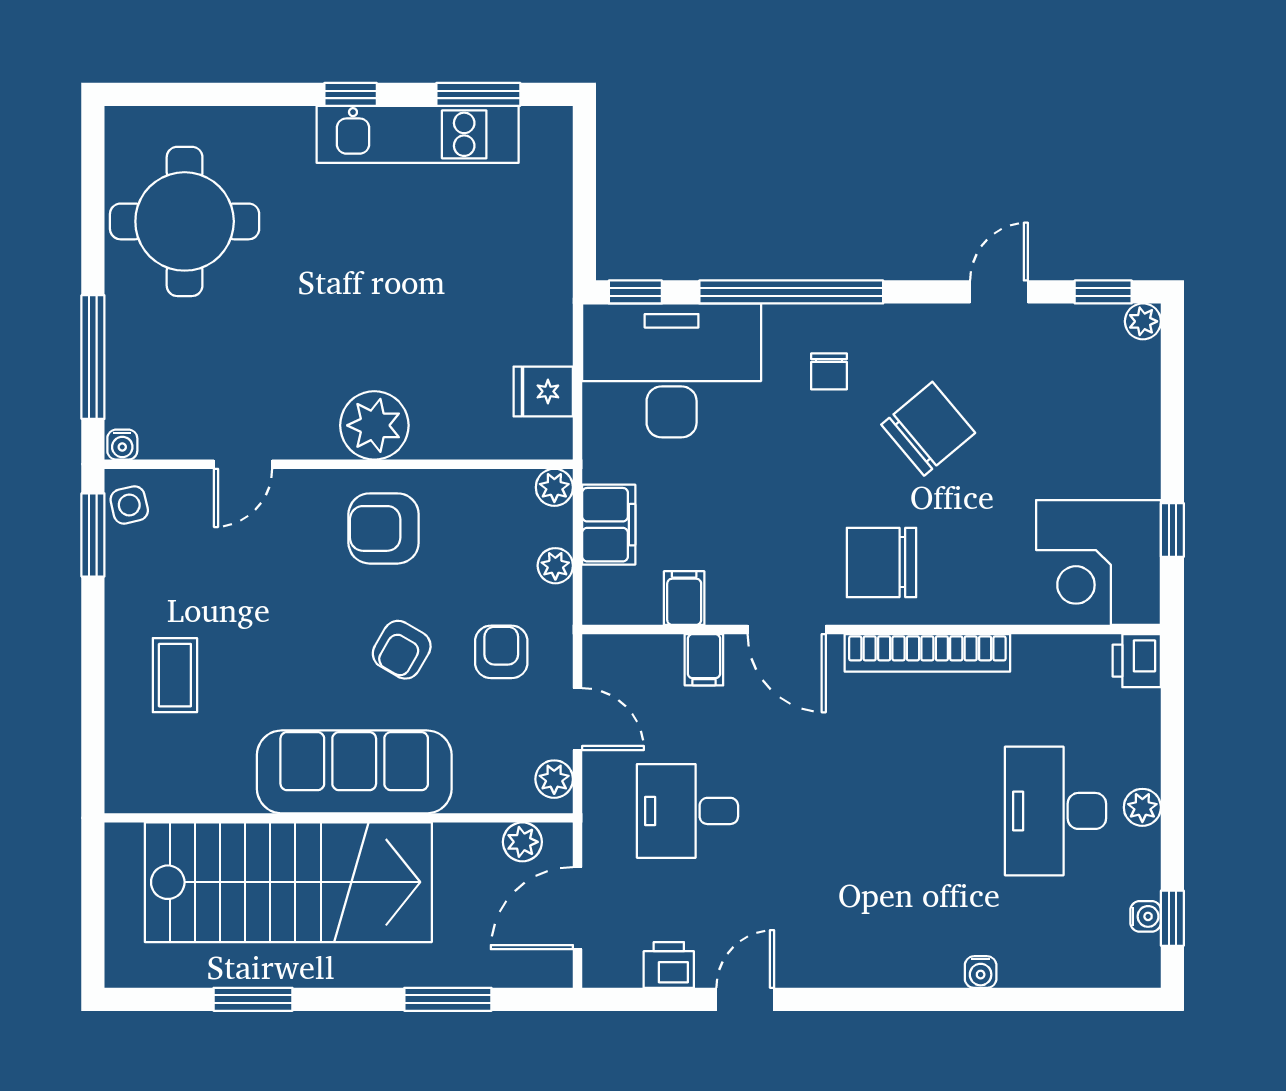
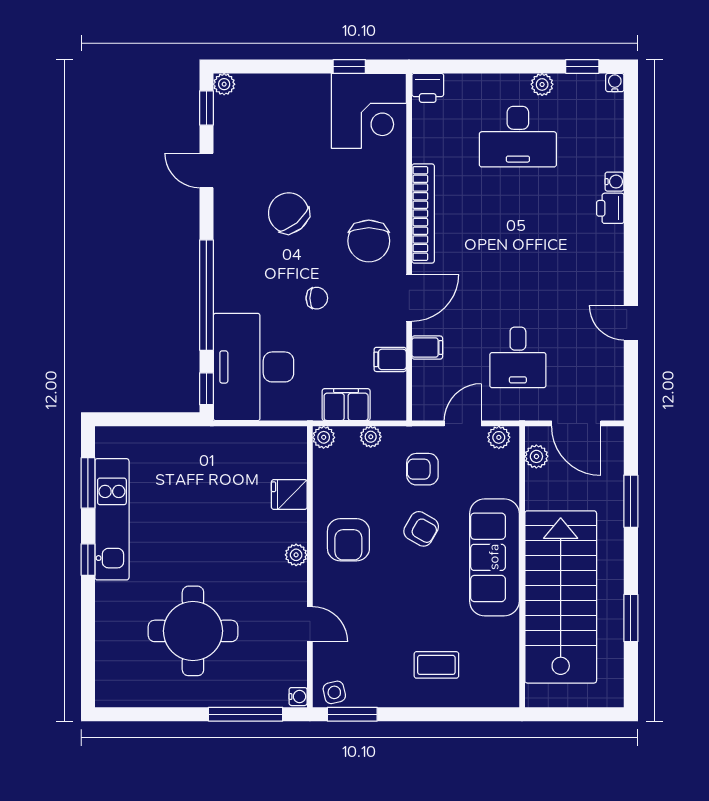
round table: (185, 221) -> (193, 631), moved
chair: (829, 371) -> (317, 298), moved
fridge: (543, 391) -> (289, 495), moved, turned 90
plant: (374, 425) -> (296, 555), width x0.53, depth x0.53
plant: (1142, 807) -> (542, 84), moved
water cooler: (1146, 916) -> (615, 83), moved
printer: (669, 965) -> (610, 208), moved

